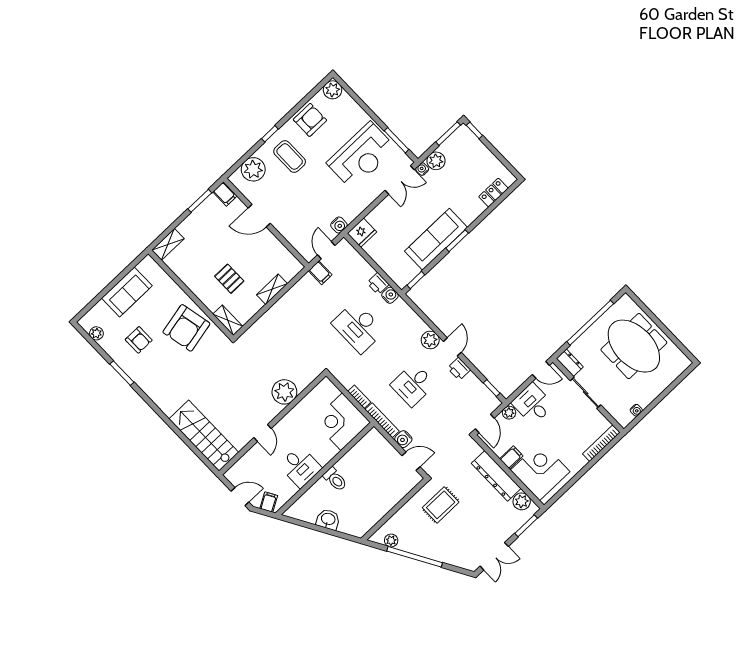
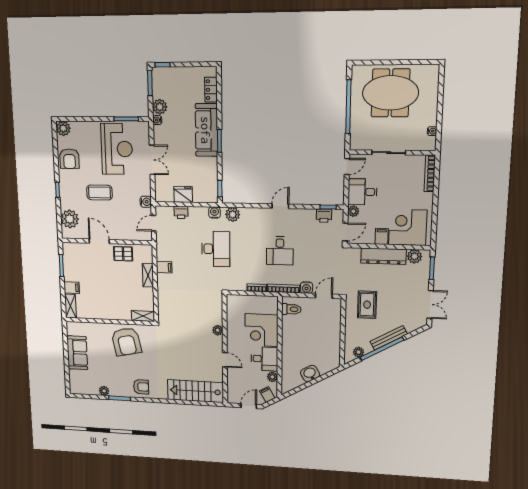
armchair: (310, 120) -> (69, 159), turned 180
coffee table: (290, 157) -> (99, 192), moved
double door: (400, 180) -> (152, 160), moved
filing cabinet: (225, 194) -> (72, 288), moved
door: (259, 216) -> (99, 241), swing flipped
fridge: (362, 233) -> (183, 194), moved, turned -90
sofa: (436, 239) -> (206, 130), moved
door: (326, 250) -> (154, 223), hinge flipped
filing cabinet: (320, 273) -> (164, 267), moved
pallet: (229, 279) -> (123, 254), moved
printer: (378, 284) -> (181, 212), moved
desk: (358, 327) -> (216, 249), turned -90
plant: (96, 333) -> (104, 391), moved
armchair: (139, 340) -> (141, 387), moved
plant: (430, 340) -> (233, 214), moved
door: (452, 347) -> (280, 206), hinge flipped
dresser: (570, 363) -> (360, 144), removed
printer: (459, 369) -> (324, 216), moved
plant: (284, 392) -> (218, 330), width x0.53, depth x0.53
corner desk: (342, 422) -> (261, 330), moved
door: (485, 423) -> (345, 232), hinge flipped
toilet: (335, 479) -> (291, 309), moved
plant: (290, 490) -> (272, 377), added
bench: (430, 552) -> (389, 338), added

